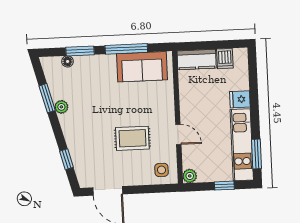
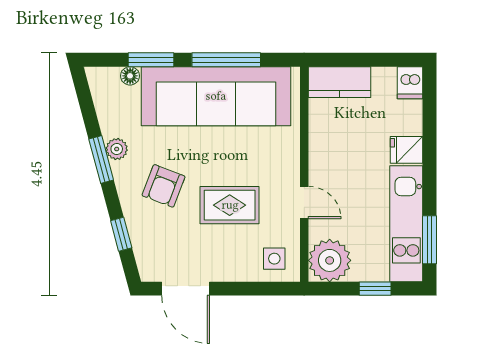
dishwasher: (225, 59) -> (410, 83), moved
sofa: (142, 67) -> (216, 96), width x1.85, depth x1.27
window: (47, 98) -> (101, 159), moved
armchair: (91, 128) -> (164, 186), added
plant: (190, 176) -> (330, 260), width x1.88, depth x1.88

